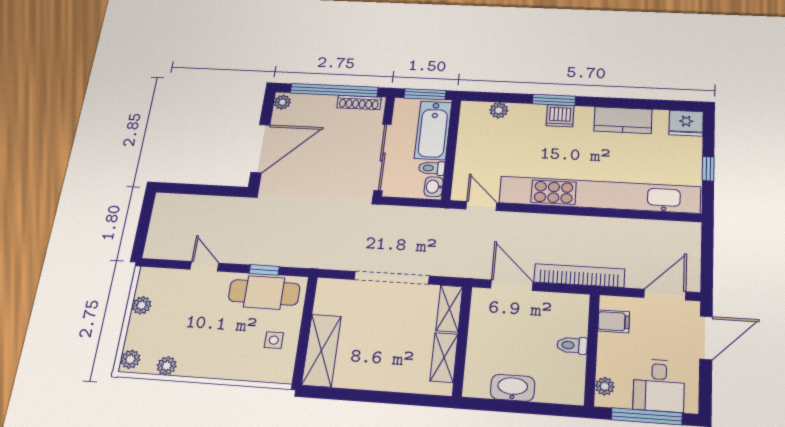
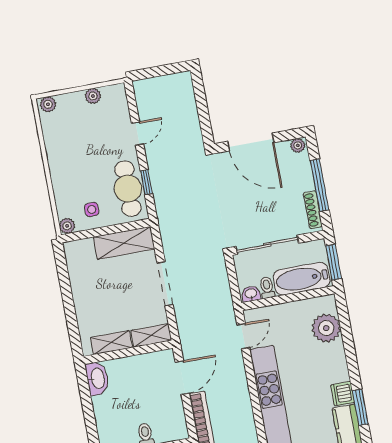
window: (334, 90) -> (319, 185), width x0.68
window: (554, 100) -> (360, 407), moved
plant: (499, 110) -> (326, 328), width x1.87, depth x1.87
dishwasher: (560, 116) -> (343, 394), moved
doorway: (392, 278) -> (165, 284), width x0.73
shelving: (321, 350) -> (124, 243), moved
plant: (167, 366) -> (67, 226), moved
washbasin: (513, 388) -> (97, 378), moved

